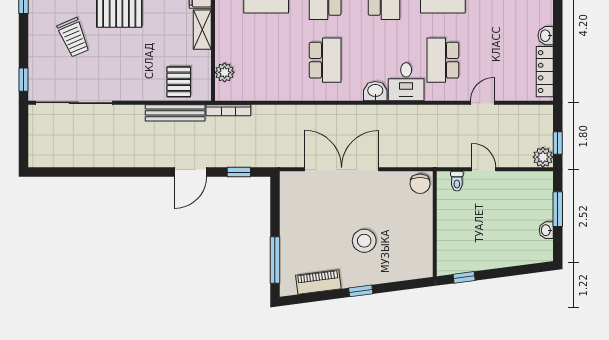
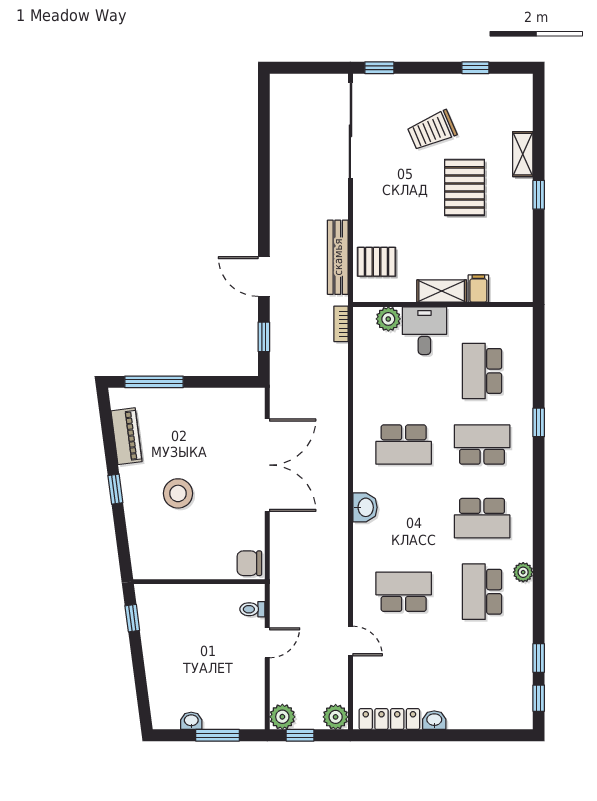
desk: (406, 82) -> (424, 331), moved, turned 90
bookcase: (228, 110) -> (341, 324), width x0.64
plant: (543, 115) -> (336, 717), added

